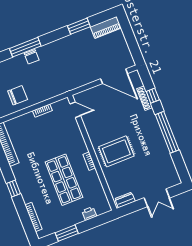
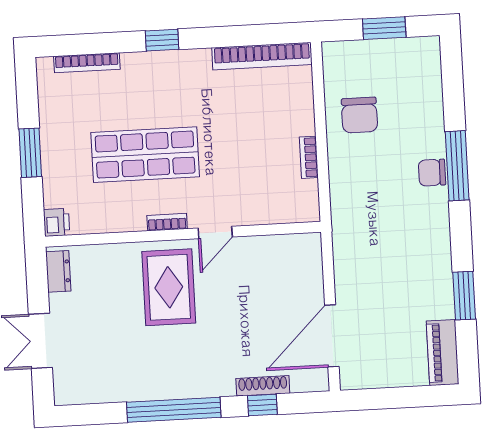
door: (75, 110) -> (215, 233), moved
printer: (89, 214) -> (57, 222), moved
window: (67, 233) -> (30, 153), moved

